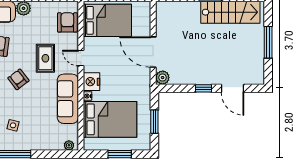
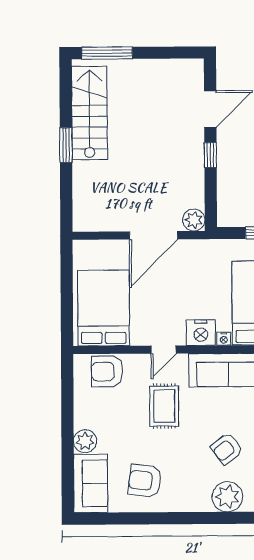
window: (268, 42) -> (107, 53), moved
rug: (45, 58) -> (164, 406), turned 90
armchair: (18, 79) -> (227, 449), moved

